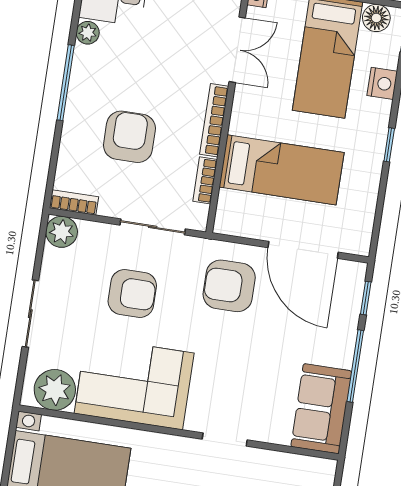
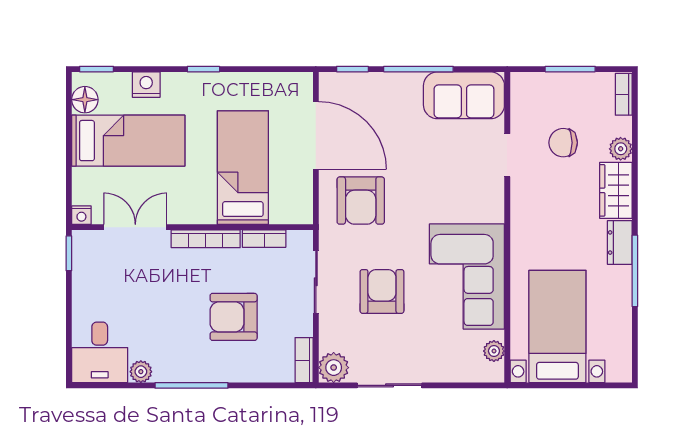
door: (303, 250) -> (316, 136), hinge flipped
sliding door: (30, 314) -> (390, 385), moved
plant: (55, 390) -> (494, 351), width x0.53, depth x0.53
doorway: (225, 440) -> (507, 155), moved

